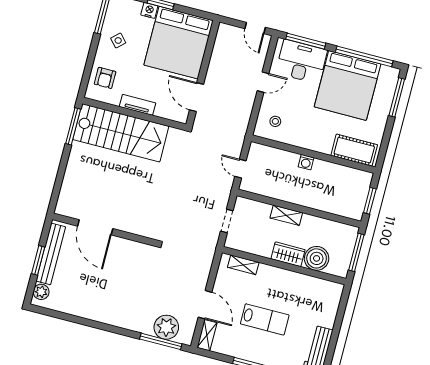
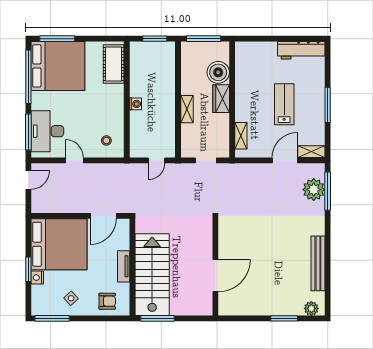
bed: (348, 85) -> (58, 66), moved
door: (95, 227) -> (215, 276), moved
wall: (104, 230) -> (215, 267), moved
bench: (51, 254) -> (318, 263), moved, turned 90

